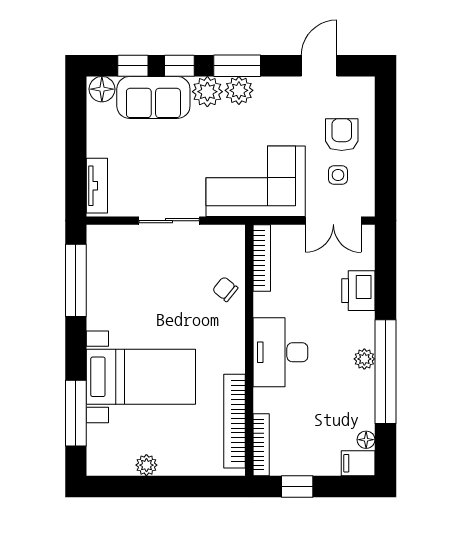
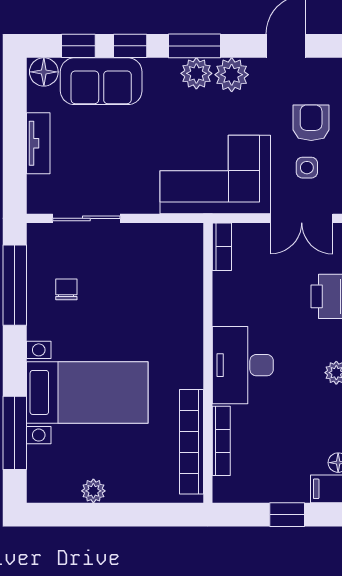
plant: (207, 92) -> (232, 75), moved
tv unit: (97, 186) -> (38, 143), moved
sliding door: (169, 221) -> (86, 218), moved
bookcase: (262, 258) -> (222, 247), width x0.64
chair: (225, 289) -> (66, 289), moved, turned 51
bookcase: (261, 445) -> (221, 441), moved
window: (297, 486) -> (287, 515), moved

